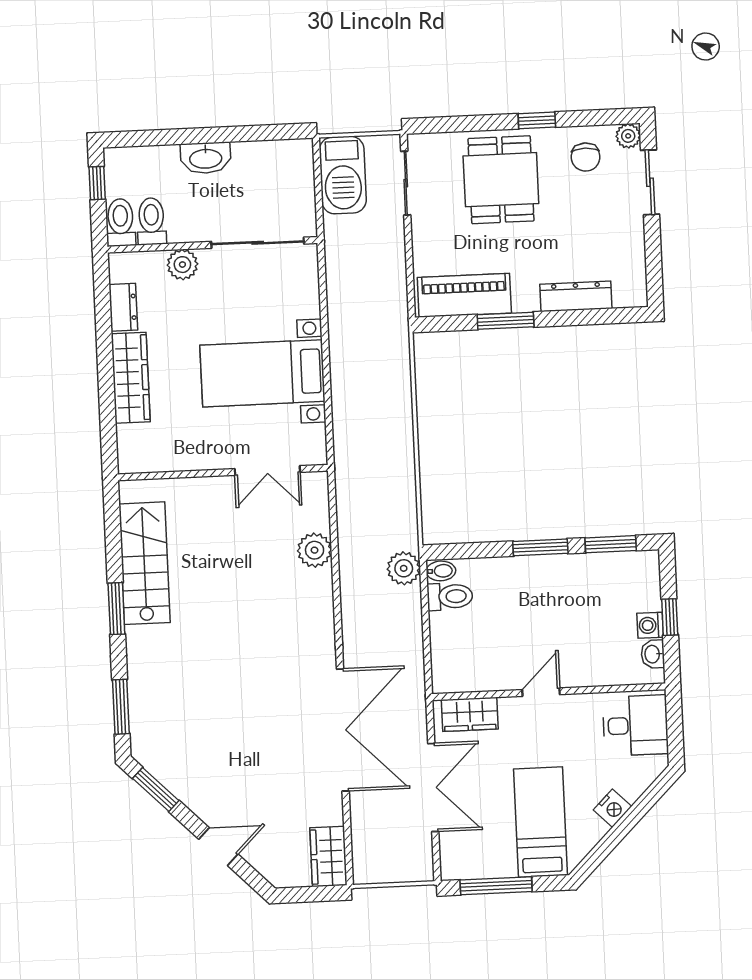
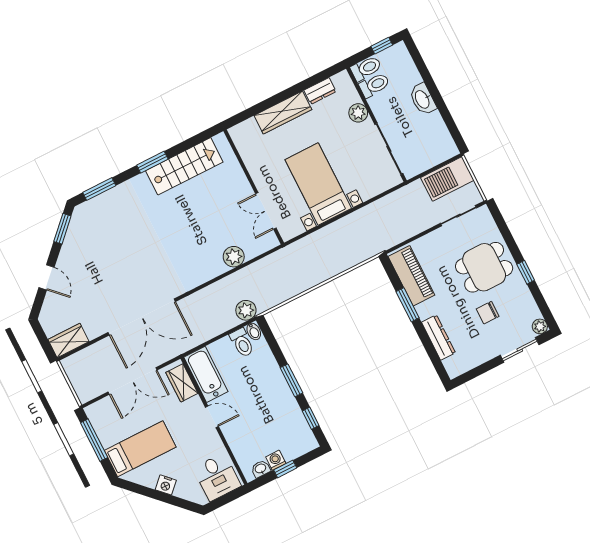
chair: (586, 157) -> (488, 313), moved
window: (611, 544) -> (311, 418), width x0.67
bathtub: (473, 672) -> (206, 374), added

